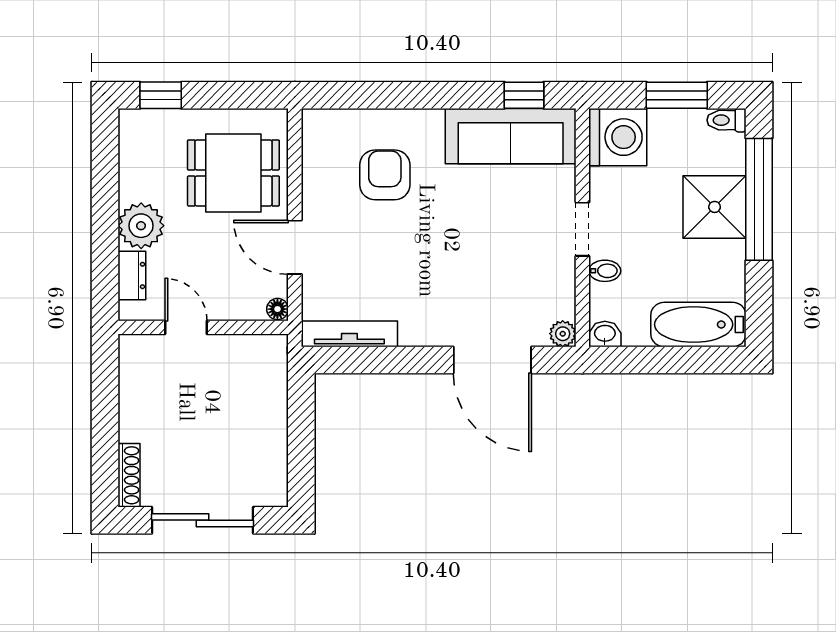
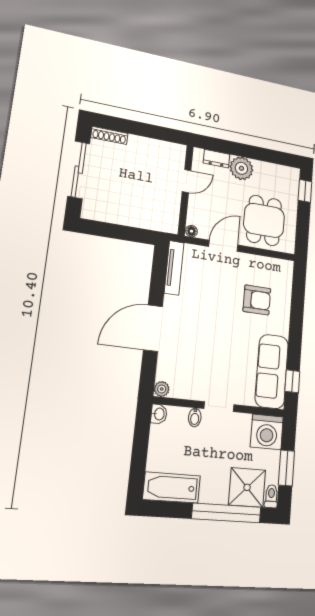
shower: (715, 207) -> (247, 487), moved
bathtub: (698, 325) -> (172, 488), moved, turned -90
door: (492, 360) -> (153, 328), moved

